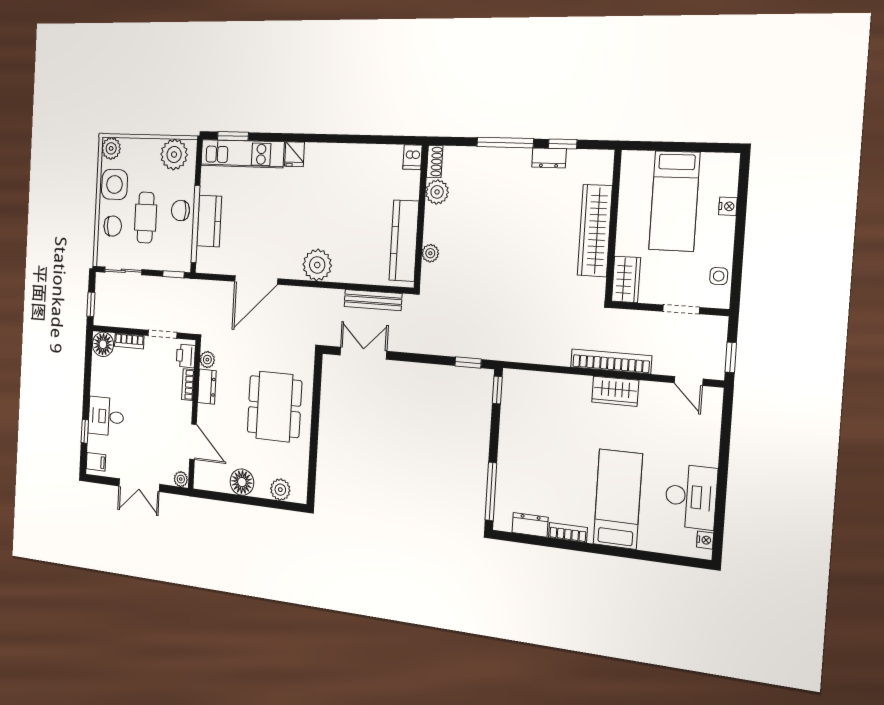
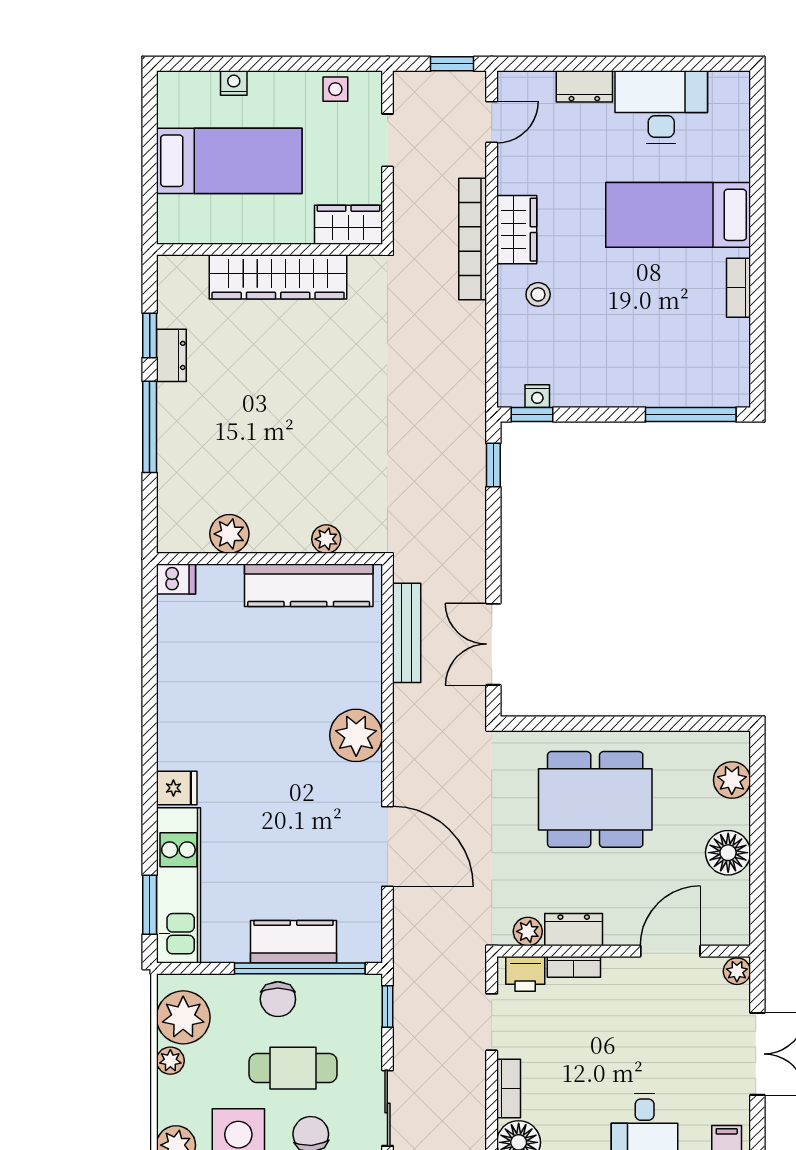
plant: (153, 146) -> (170, 1061), added
shoe rack: (435, 162) -> (182, 541), removed
stool: (572, 401) -> (538, 294), added
dresser: (530, 525) -> (584, 86), moved, turned -90
nightstand: (705, 540) -> (537, 396), moved, turned 180

